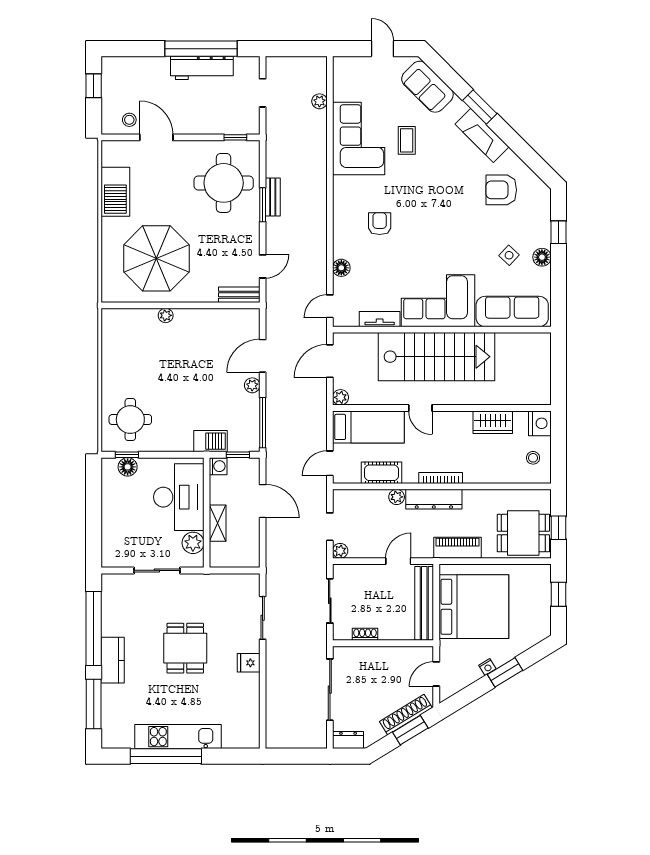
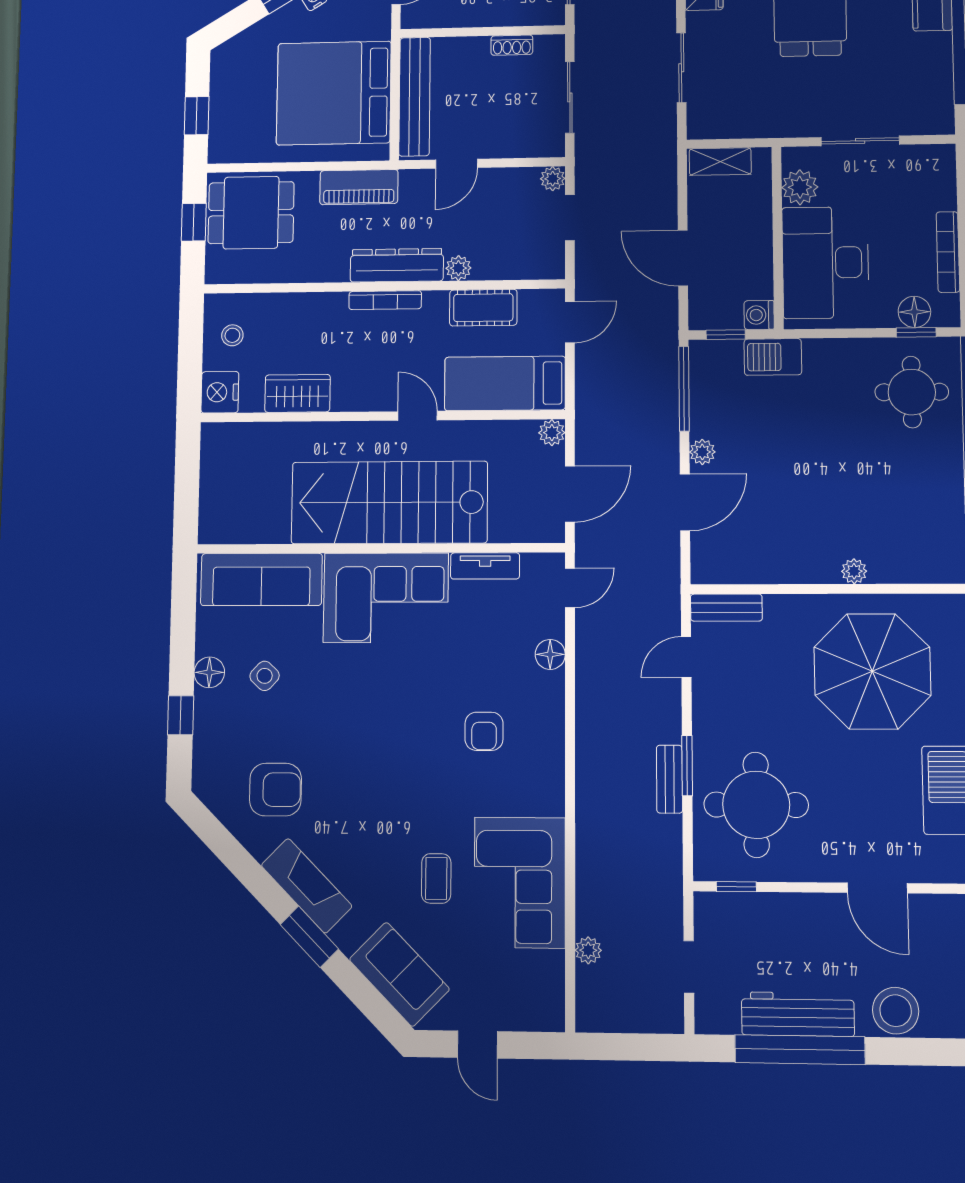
stool: (129, 120) -> (896, 1011), moved, width x1.89, depth x1.89
bookcase: (107, 502) -> (948, 252), added
shelving: (218, 523) -> (720, 162), moved, turned 90

